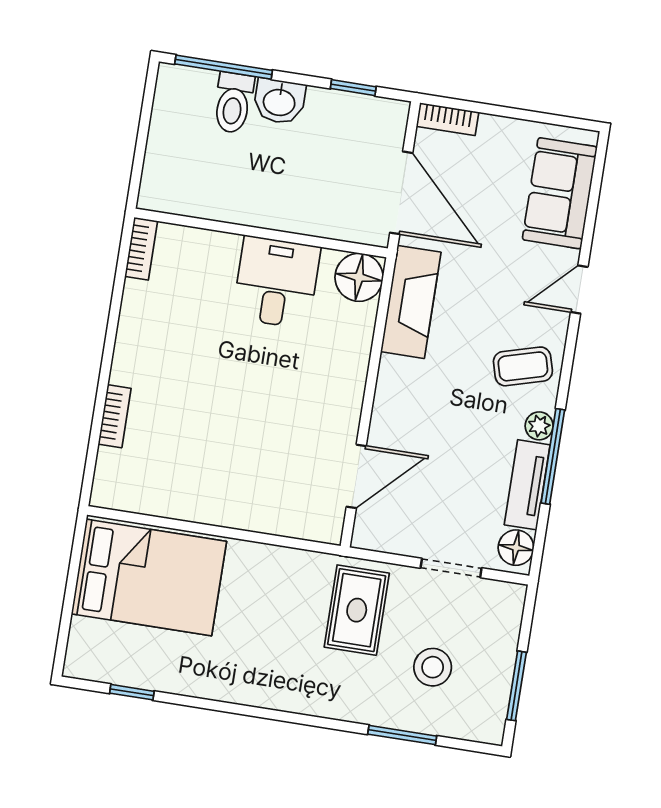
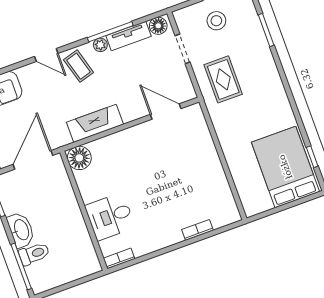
washbasin: (279, 101) -> (21, 230), width x1.38
desk: (276, 282) -> (110, 217), moved
door: (579, 290) -> (46, 55), moved
fireplace: (411, 302) -> (95, 123), moved
bed: (149, 578) -> (285, 167), moved
rug: (357, 610) -> (223, 79), turned 90
stool: (433, 667) -> (216, 21), moved

